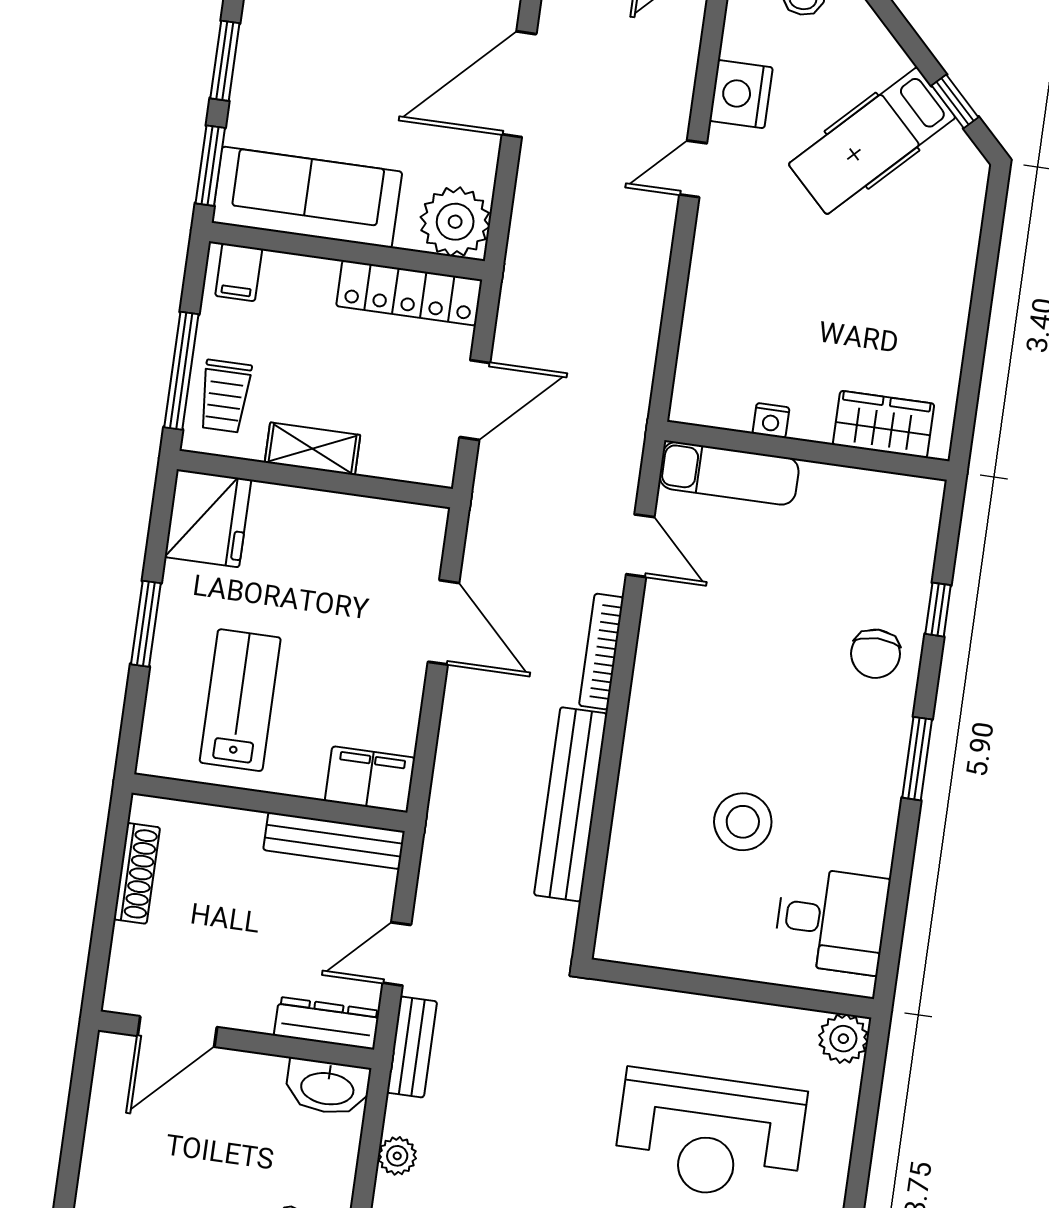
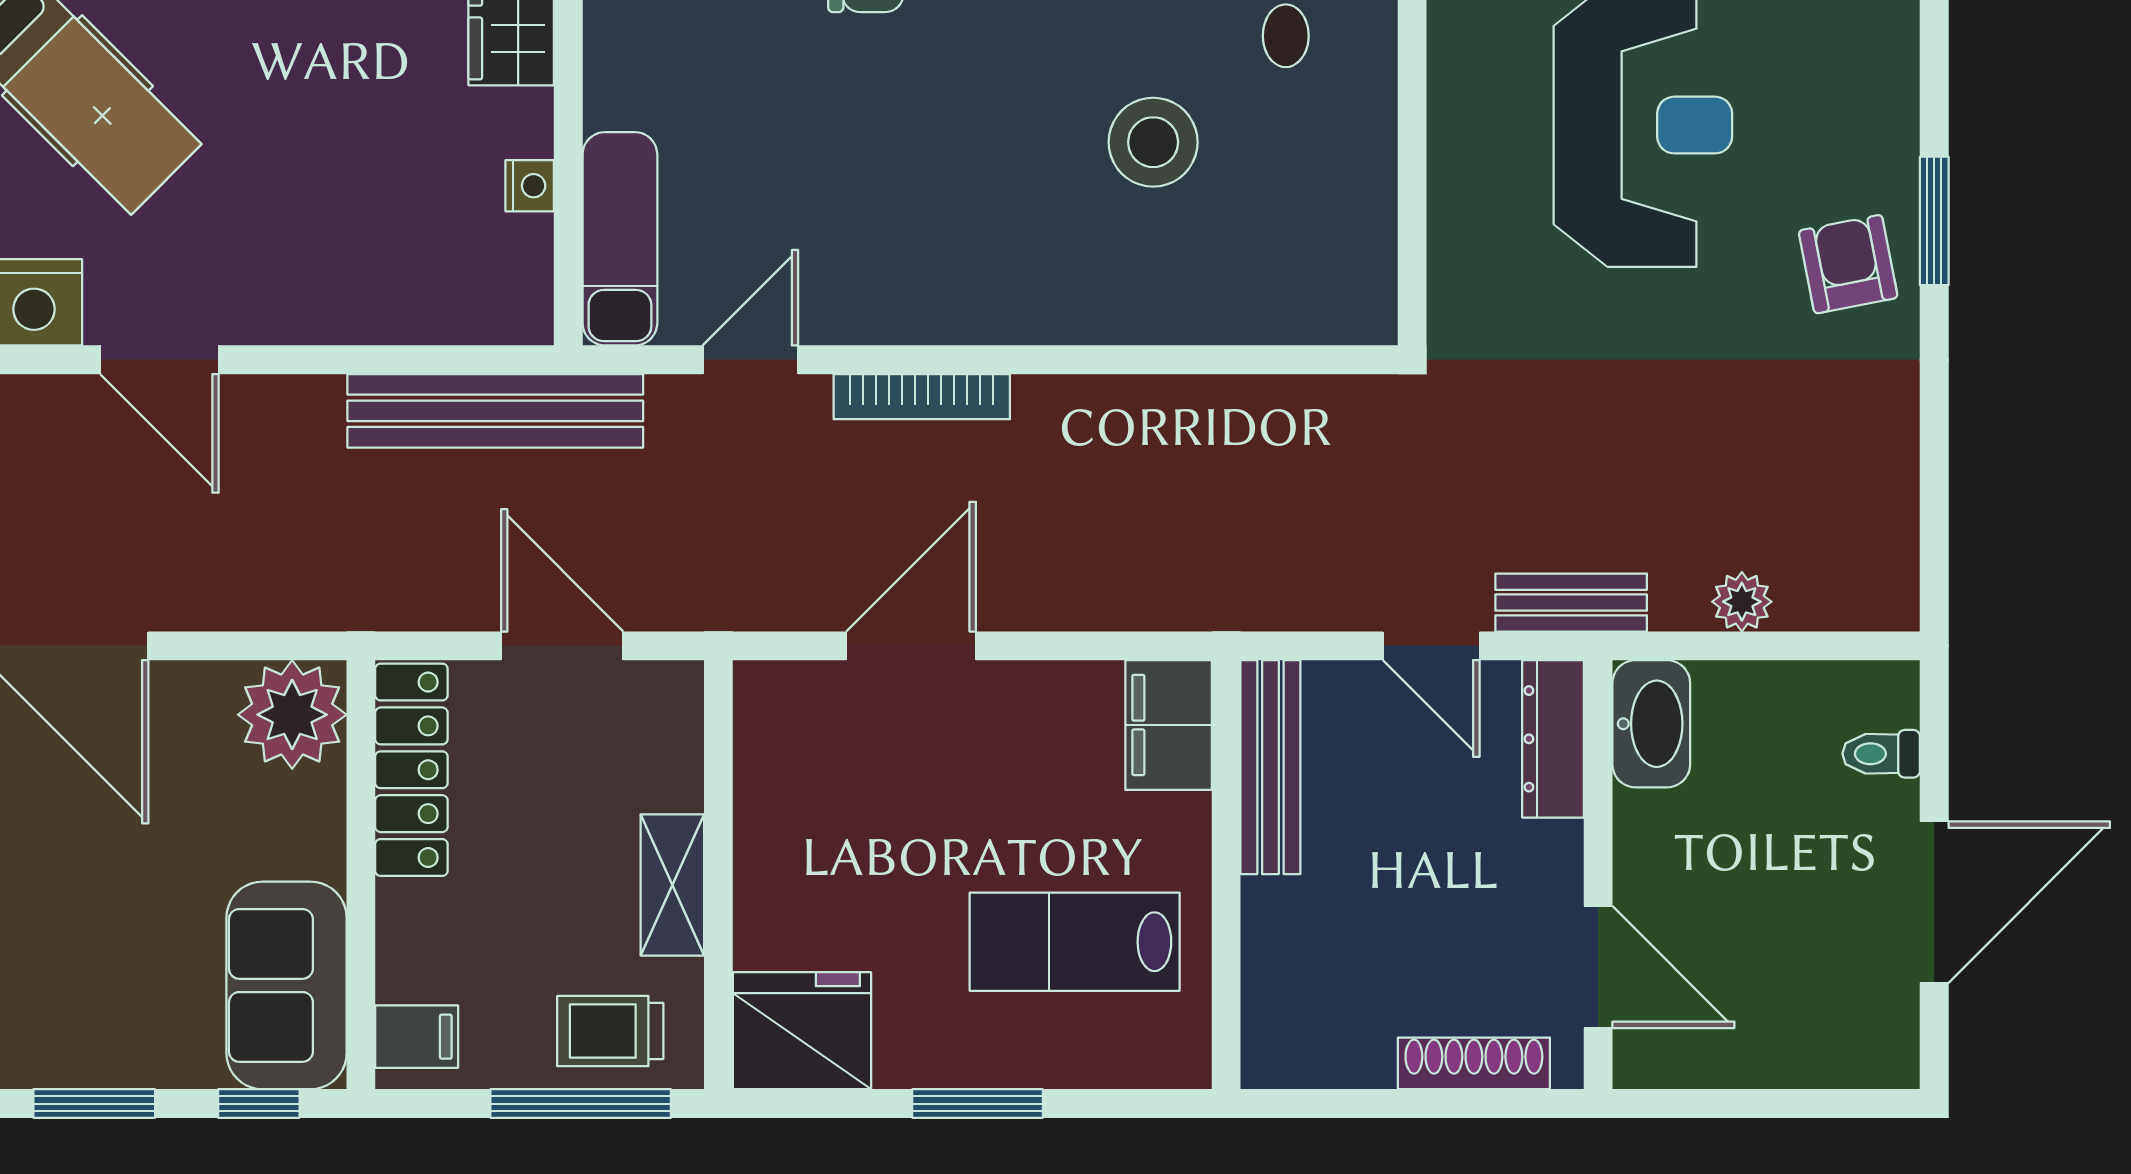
window: (210, 166) -> (259, 1104), width x0.67
door: (693, 169) -> (159, 360), width x1.38
sofa: (307, 197) -> (287, 985), width x0.73
trolley: (225, 396) -> (610, 1031), turned 180
bench: (571, 804) -> (495, 411), moved
shoe rack: (137, 873) -> (1474, 1063), moved

